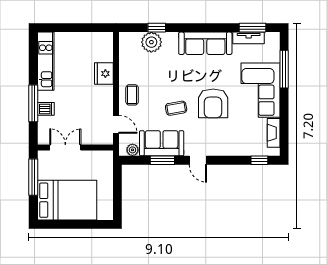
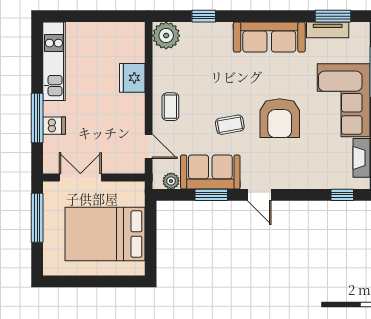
plant: (151, 42) -> (166, 36), moved
bed: (67, 200) -> (105, 234), moved, turned 180

